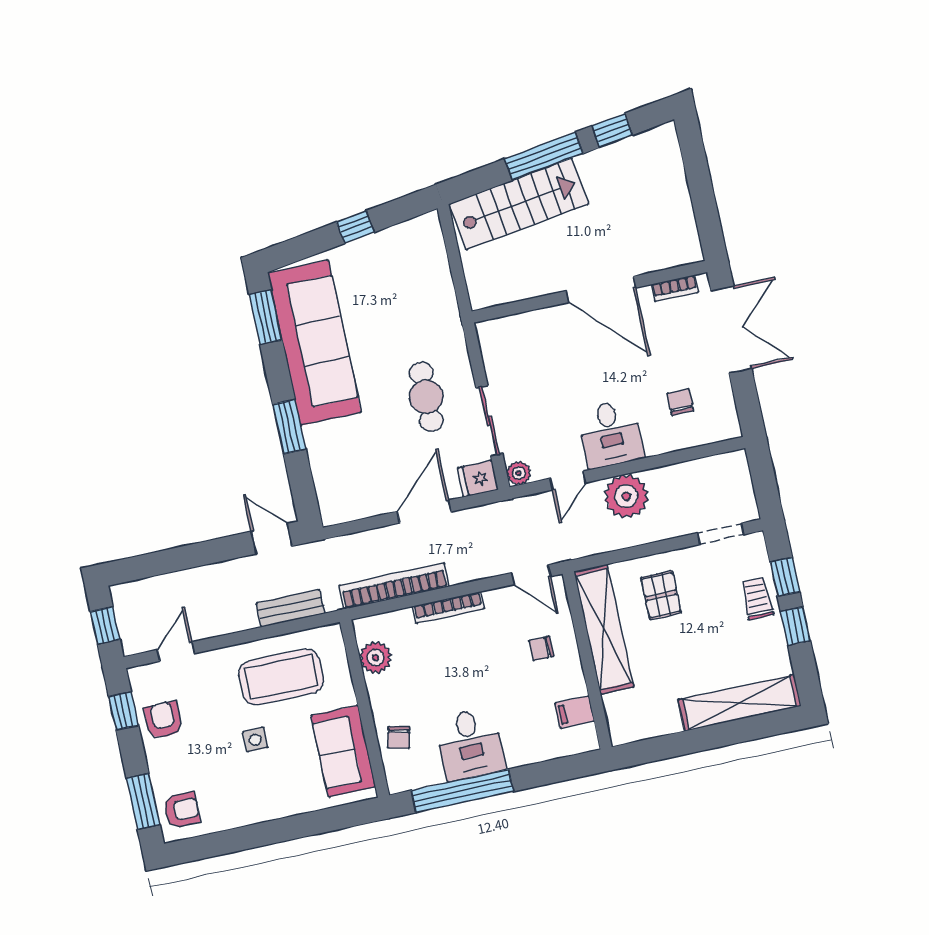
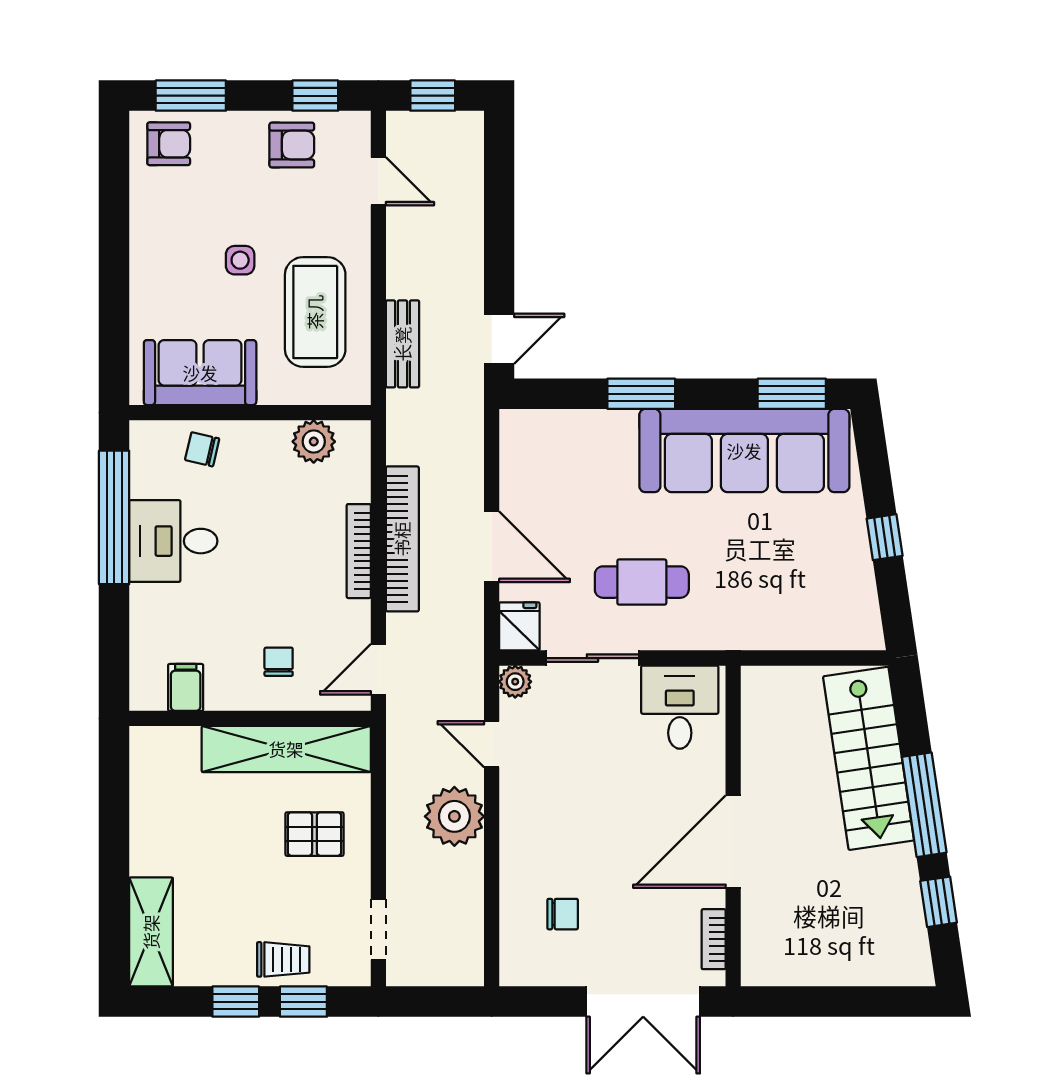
desk: (611, 434) -> (680, 707), moved, turned 90
bookcase: (394, 586) -> (402, 539), moved
shelving: (740, 703) -> (151, 932), width x0.68
armchair: (182, 810) -> (169, 144), turned -90

